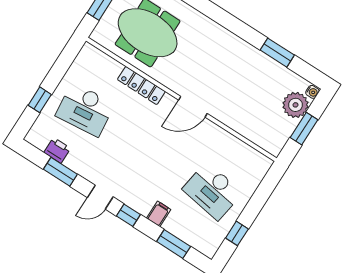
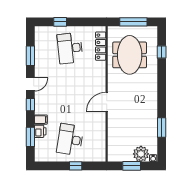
locker: (141, 85) -> (101, 46), moved
door: (193, 107) -> (107, 102), hinge flipped
printer: (57, 150) -> (40, 131), moved
door: (100, 197) -> (30, 84), swing flipped
window: (237, 233) -> (76, 166), moved

